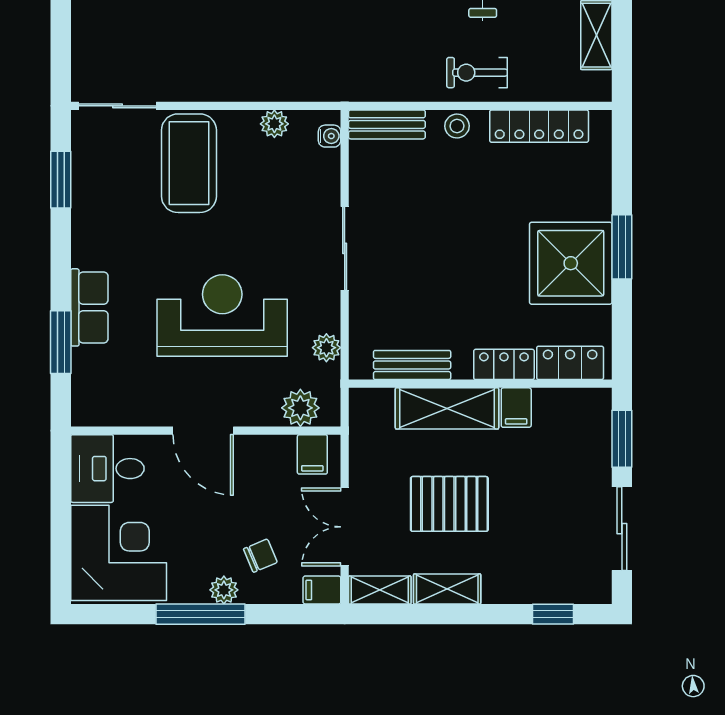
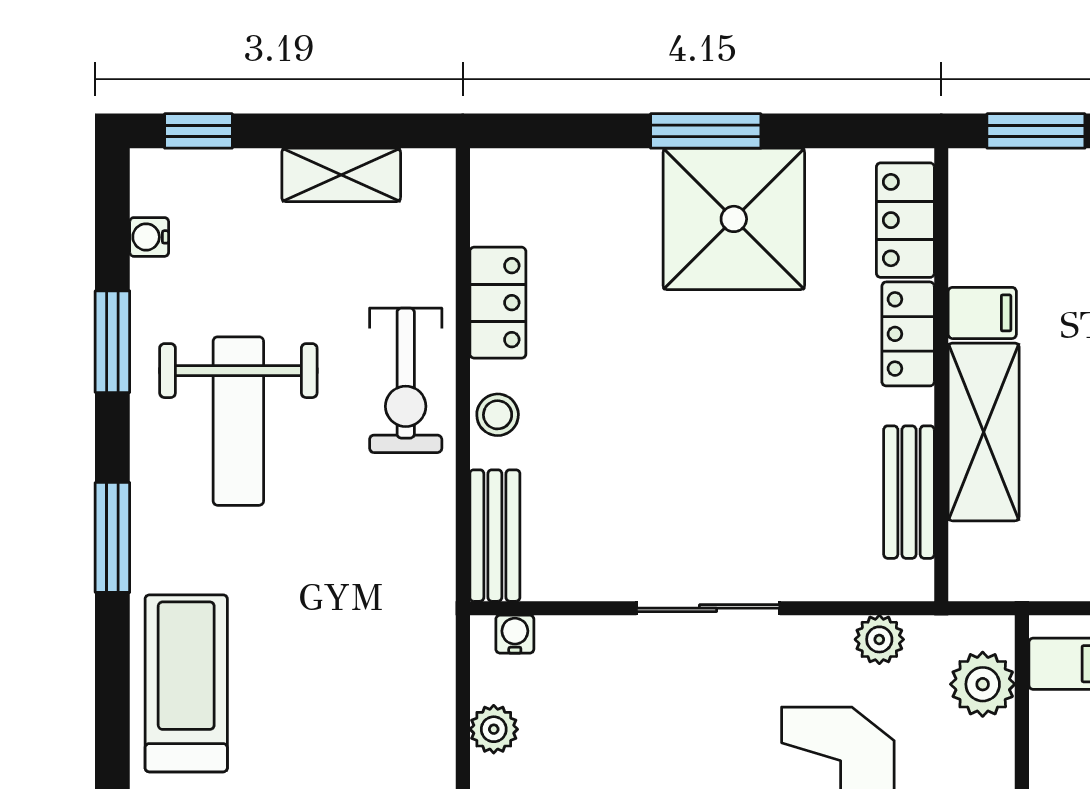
exercise bike: (477, 73) -> (406, 380), width x1.38, depth x1.39
locker: (539, 126) -> (498, 303), width x0.66

